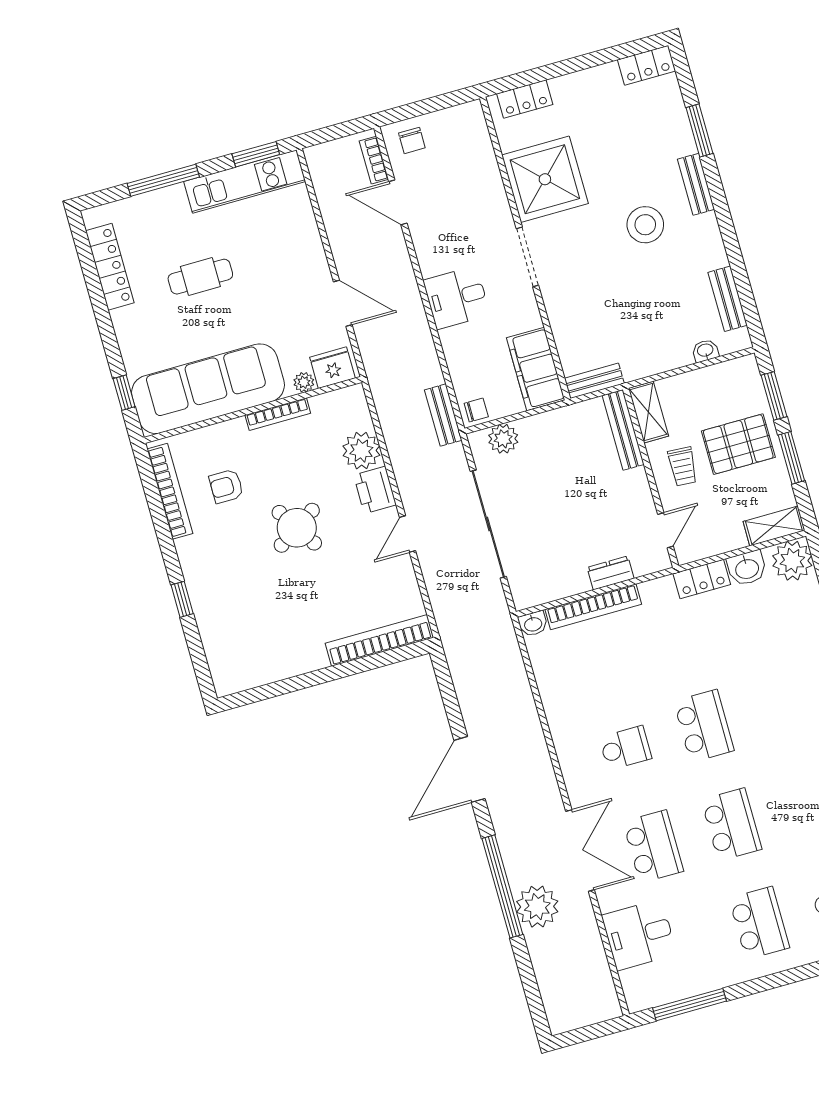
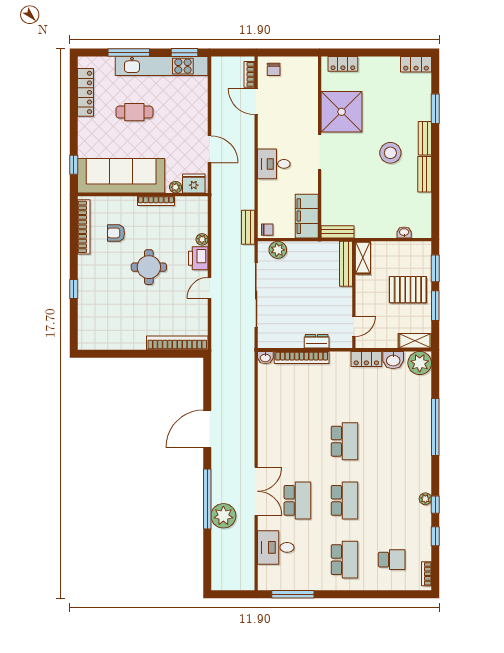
kitchen unit: (245, 182) -> (162, 66), width x1.36
bench: (728, 299) -> (425, 174), moved
plant: (361, 451) -> (202, 239), width x0.53, depth x0.53
trolley: (683, 466) -> (373, 293), removed
round table: (297, 528) -> (149, 267), turned 33
school desk: (625, 748) -> (297, 441), removed

